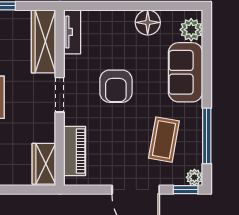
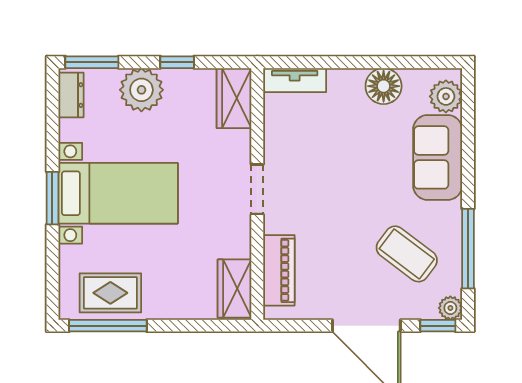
tv unit: (72, 32) -> (295, 80), moved, turned 90
wardrobe: (43, 41) -> (234, 98), width x0.67
armchair: (116, 86) -> (338, 177), removed
coffee table: (164, 140) -> (407, 254), turned -63

